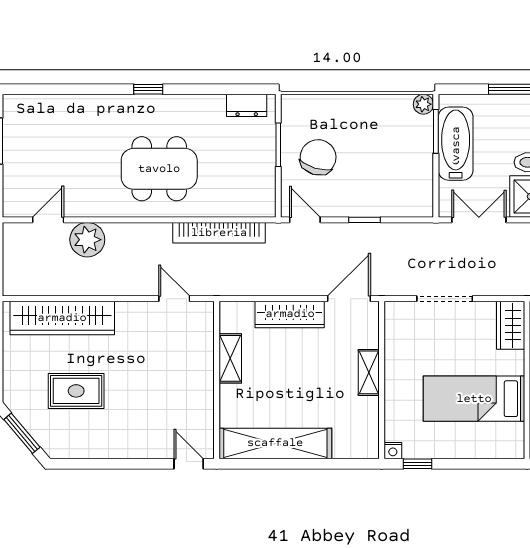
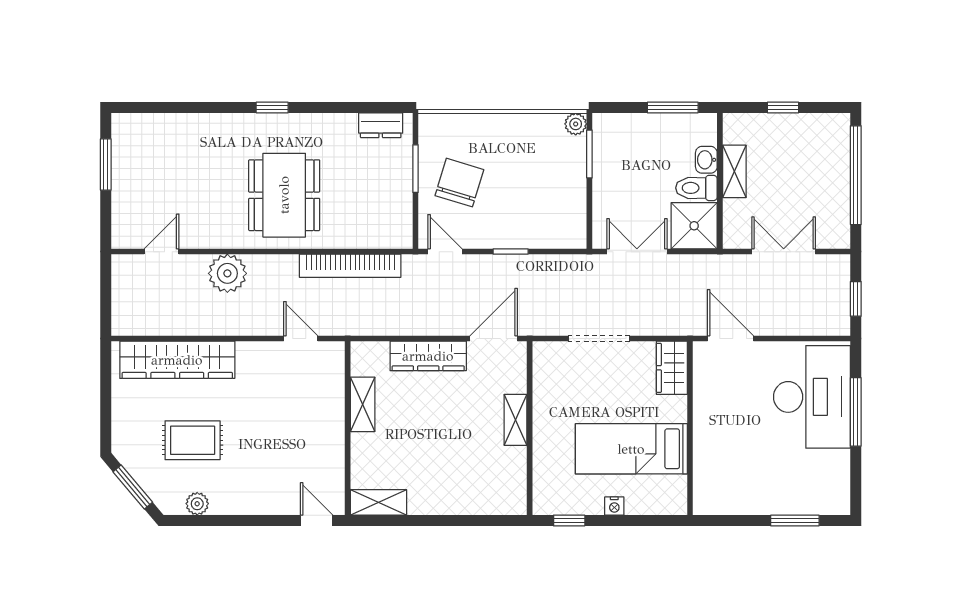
bathtub: (456, 144) -> (611, 167), removed
dining table: (159, 169) -> (284, 195), turned 90
plant: (87, 240) -> (227, 273), moved
shelving: (275, 443) -> (378, 502), width x0.45, depth x0.75
plant: (80, 448) -> (197, 504), added
nightstand: (393, 451) -> (614, 506), moved

